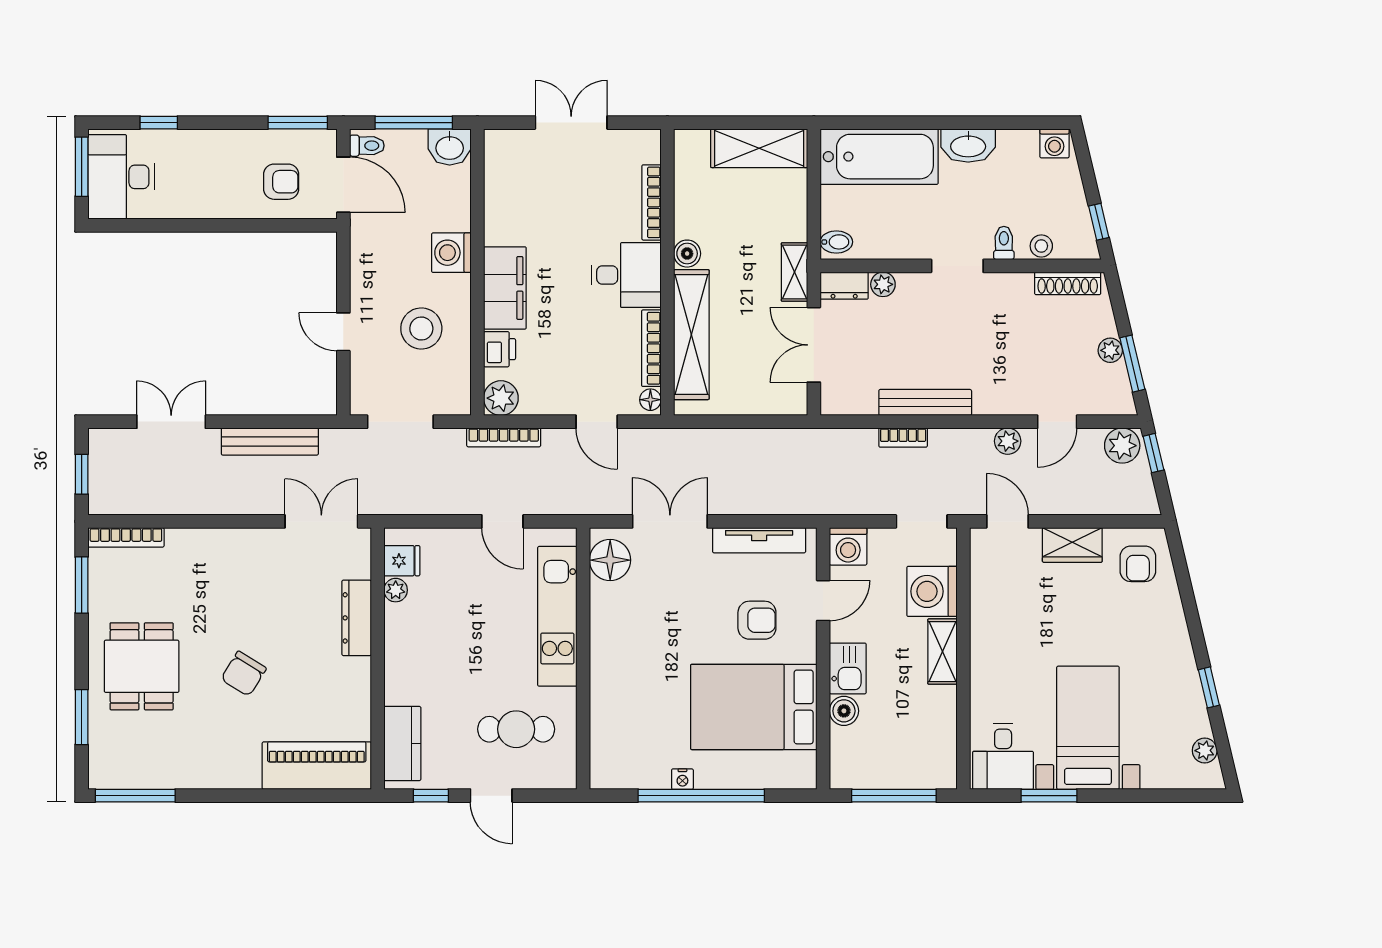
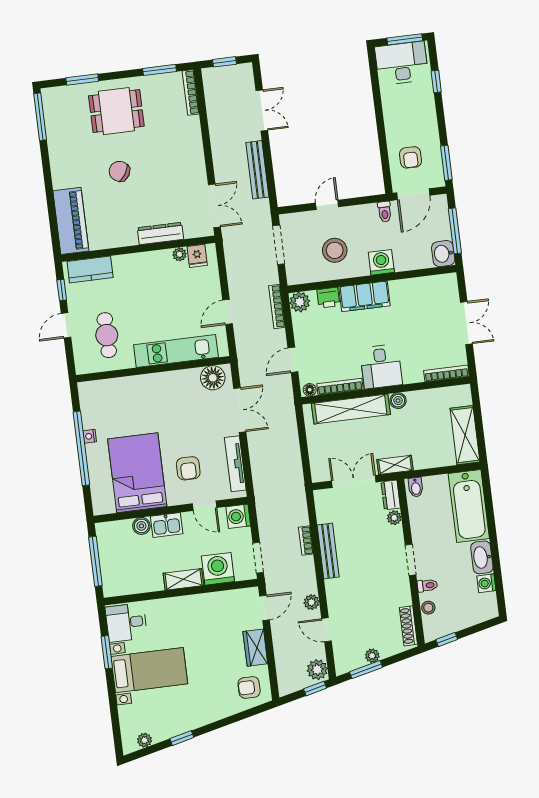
washing machine: (1054, 143) -> (486, 583), moved
toilet: (367, 146) -> (385, 212), moved
bookcase: (651, 202) -> (446, 373), moved

